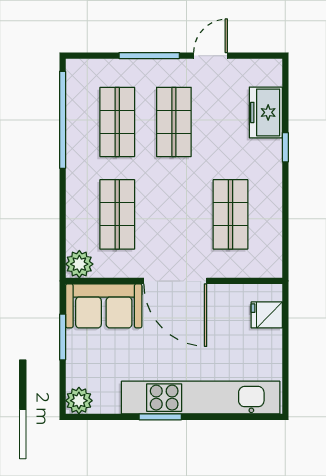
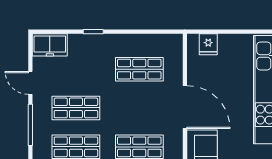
freezer: (266, 112) -> (50, 45), moved
door: (175, 281) -> (185, 107), hinge flipped

